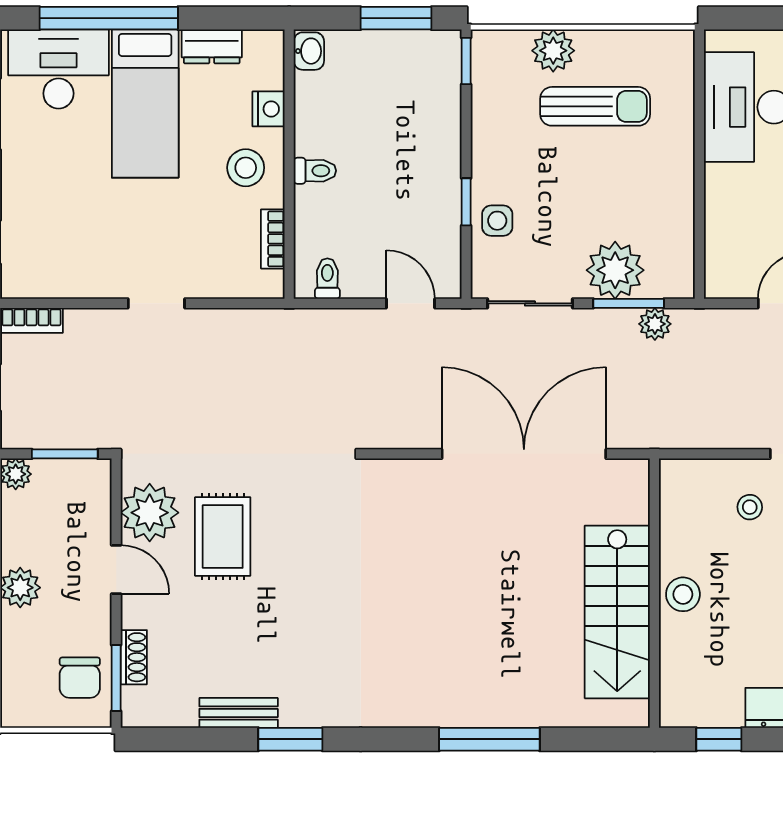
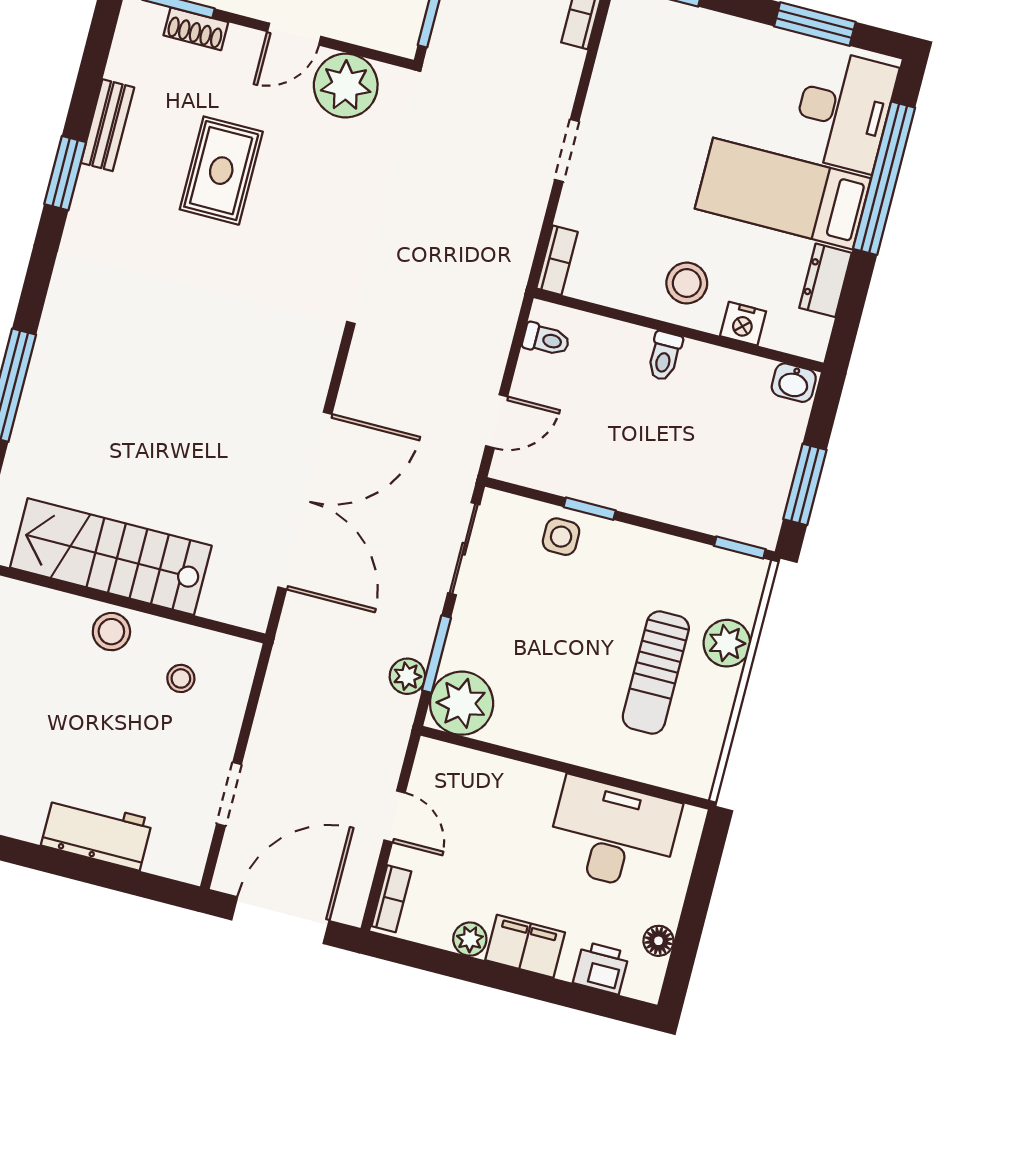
bookcase: (273, 239) -> (557, 260), moved, turned 90
plant: (615, 270) -> (462, 703), moved
stool: (750, 507) -> (181, 678), moved
rug: (223, 536) -> (221, 171), moved, turned 90

